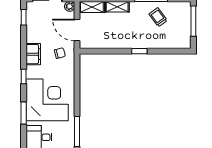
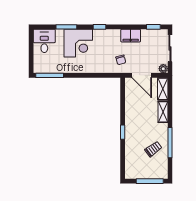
door: (77, 30) -> (142, 75), swing flipped
filing cabinet: (33, 54) -> (131, 36), moved
corner desk: (47, 100) -> (78, 43), width x0.74, depth x0.74

